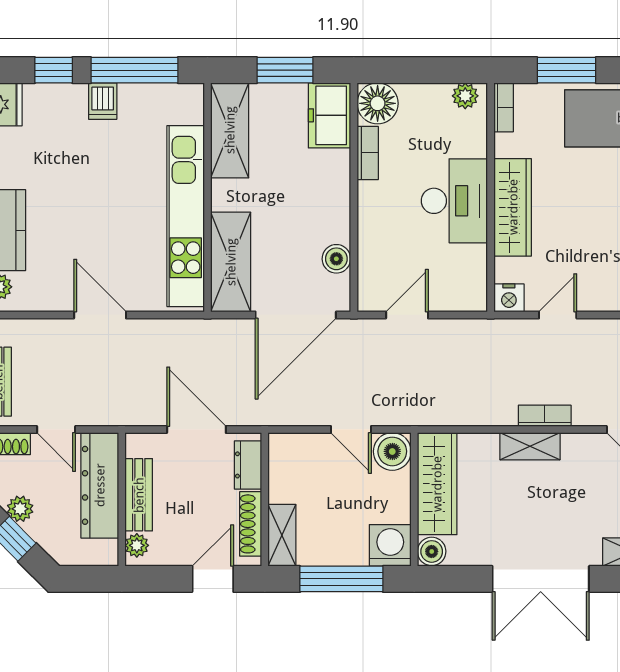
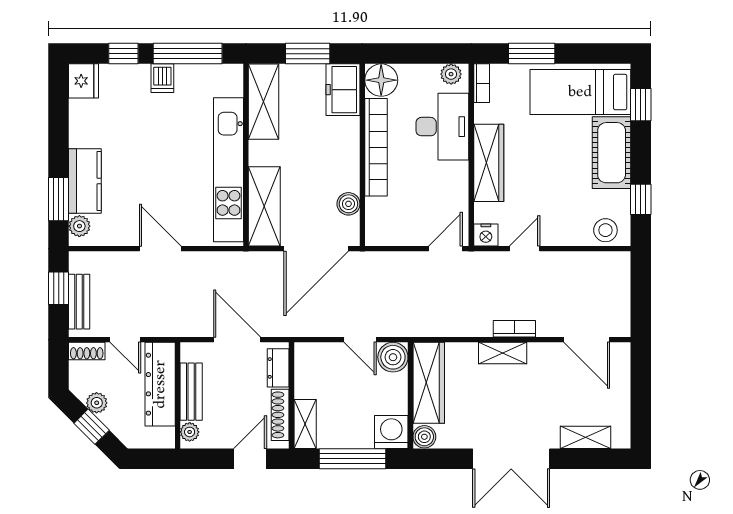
bookcase: (368, 153) -> (376, 147), width x2.31, depth x1.31
desk: (454, 201) -> (442, 127), moved
door: (407, 315) -> (446, 249), moved

